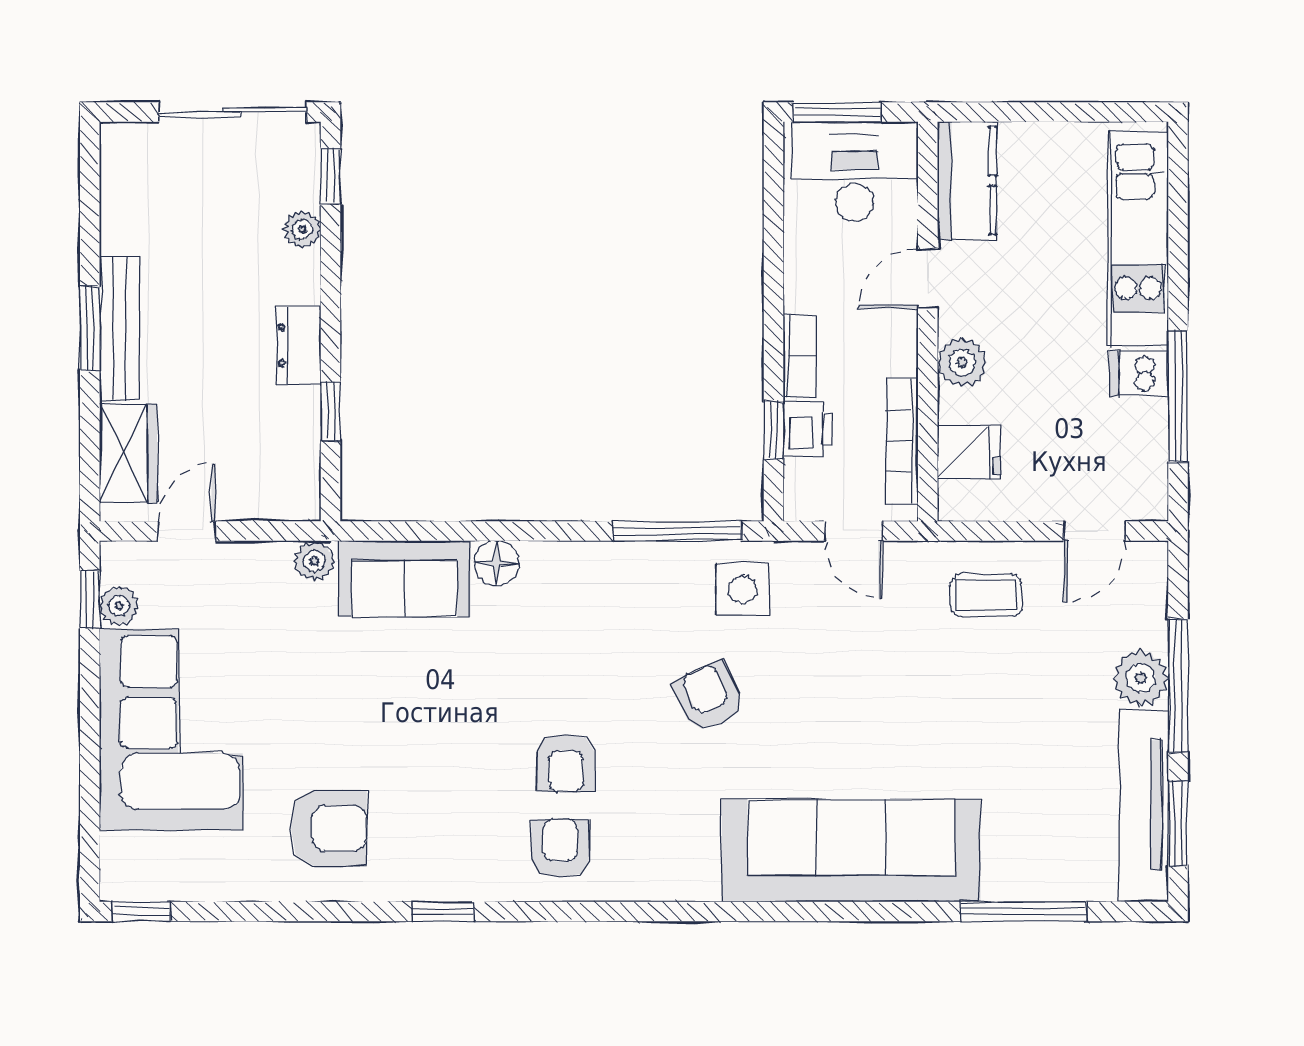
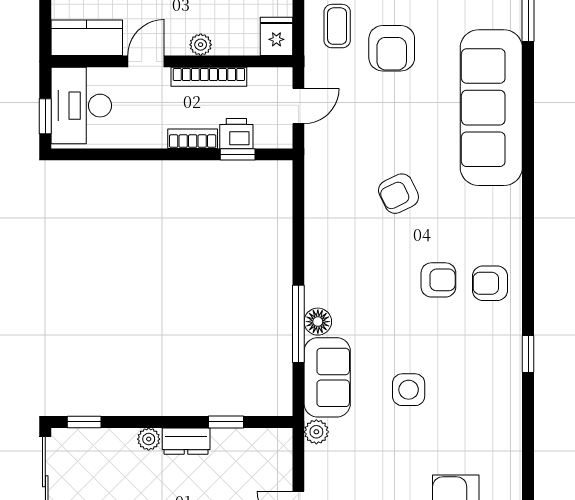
window: (837, 112) -> (45, 116), width x0.67
plant: (302, 229) -> (149, 439), moved
door: (928, 279) -> (146, 61), swing flipped
plant: (962, 362) -> (201, 45), width x0.73, depth x0.73
bookcase: (902, 440) -> (209, 77), moved
fridge: (969, 452) -> (276, 36), moved
window: (677, 531) -> (298, 324), moved
side table: (743, 589) -> (409, 390), moved
armchair: (329, 828) -> (392, 48), moved, turned 180

